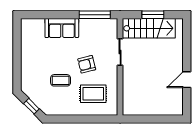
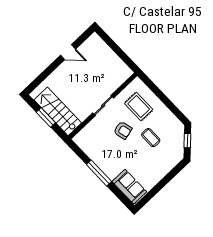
window: (95, 15) -> (99, 173), moved
sofa: (62, 28) -> (129, 187), moved
sliding door: (120, 52) -> (103, 106), moved

